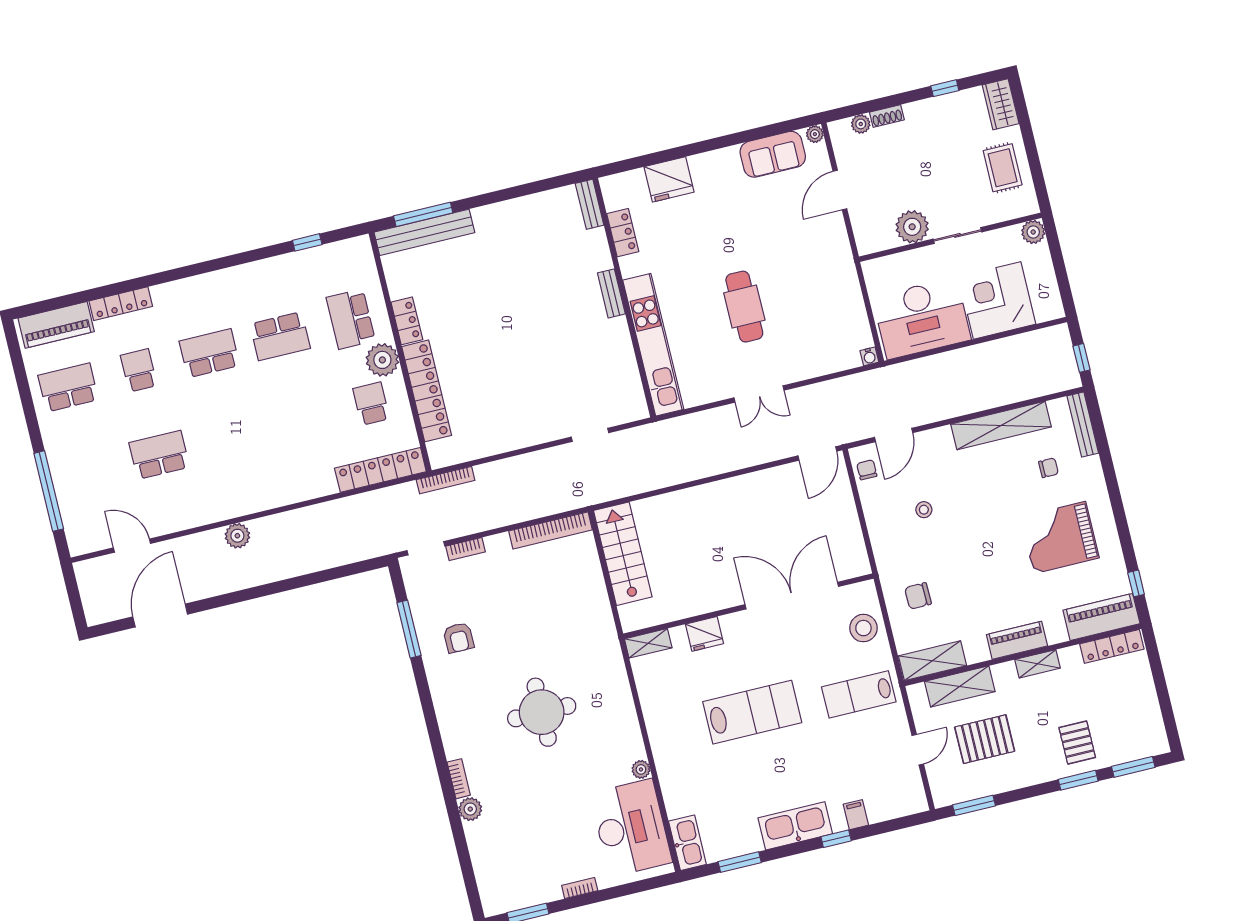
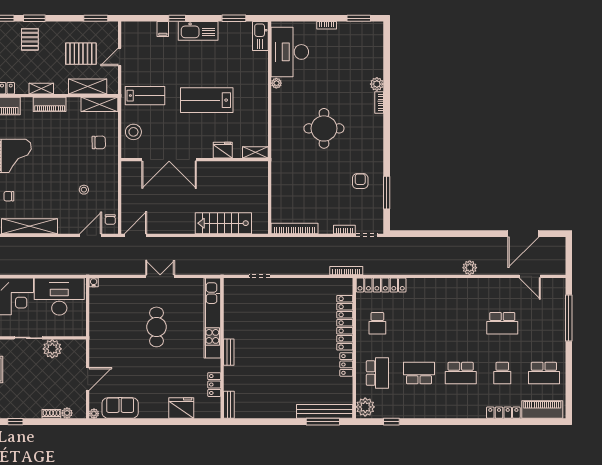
plant: (382, 360) -> (365, 407), moved
stairs: (623, 554) -> (223, 223), moved, turned 90

